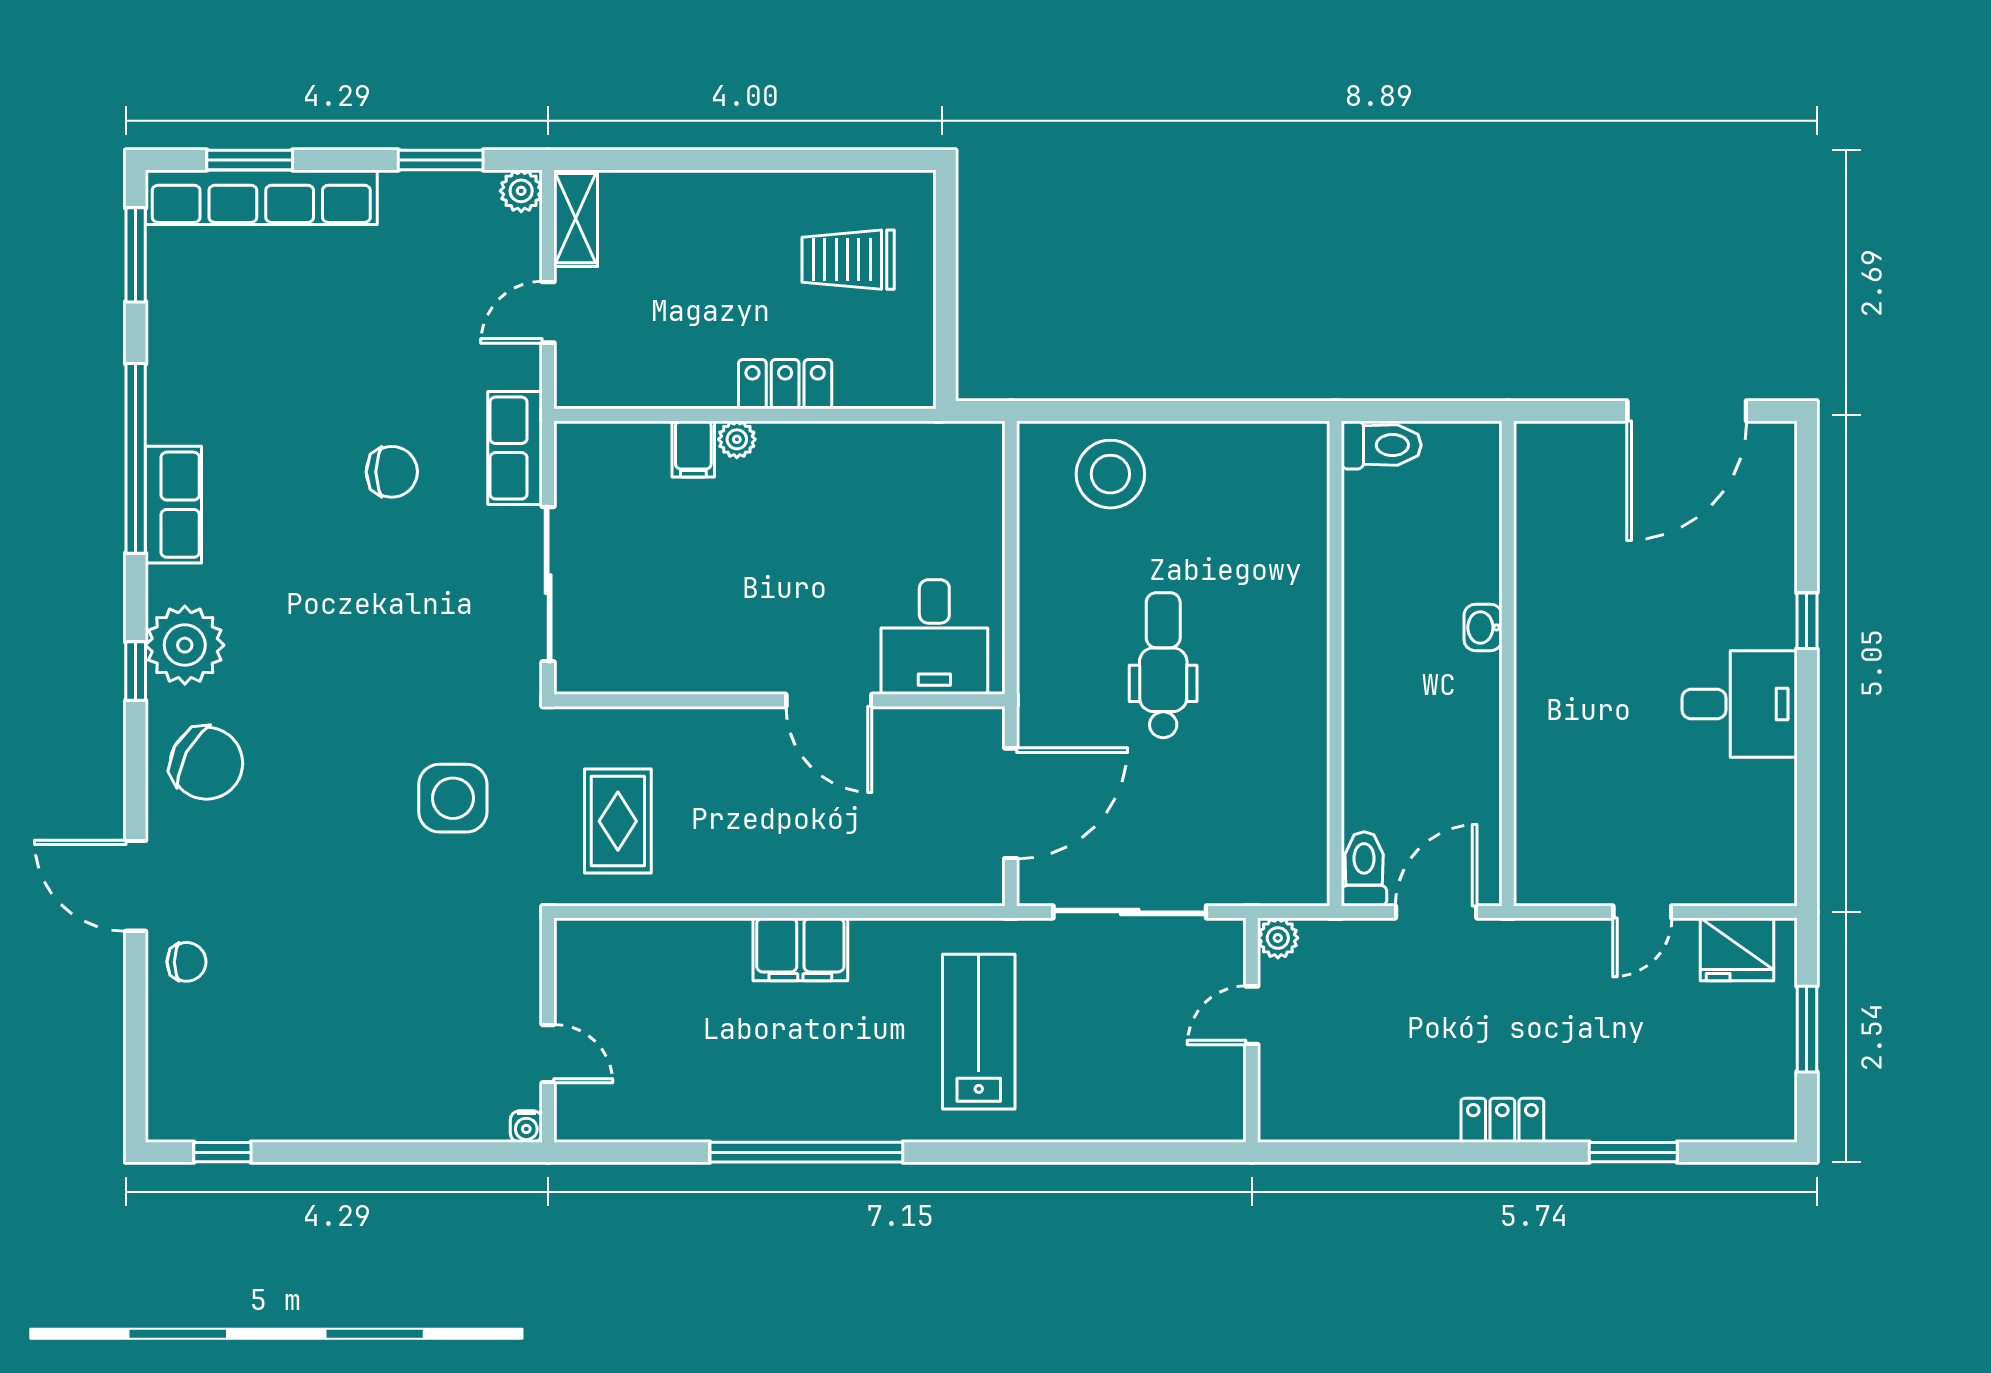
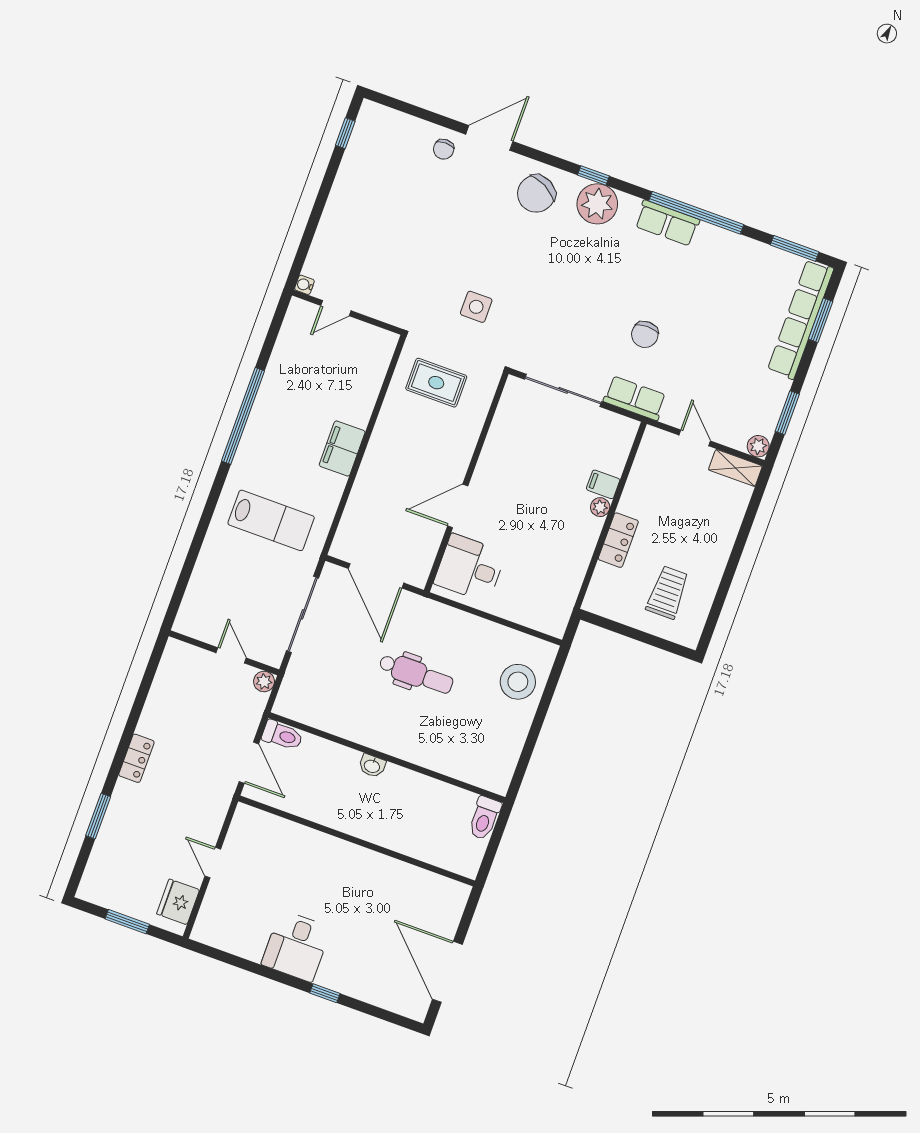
washbasin: (1483, 627) -> (372, 766), moved, turned 180
side table: (453, 798) -> (476, 307), width x0.73, depth x0.73

